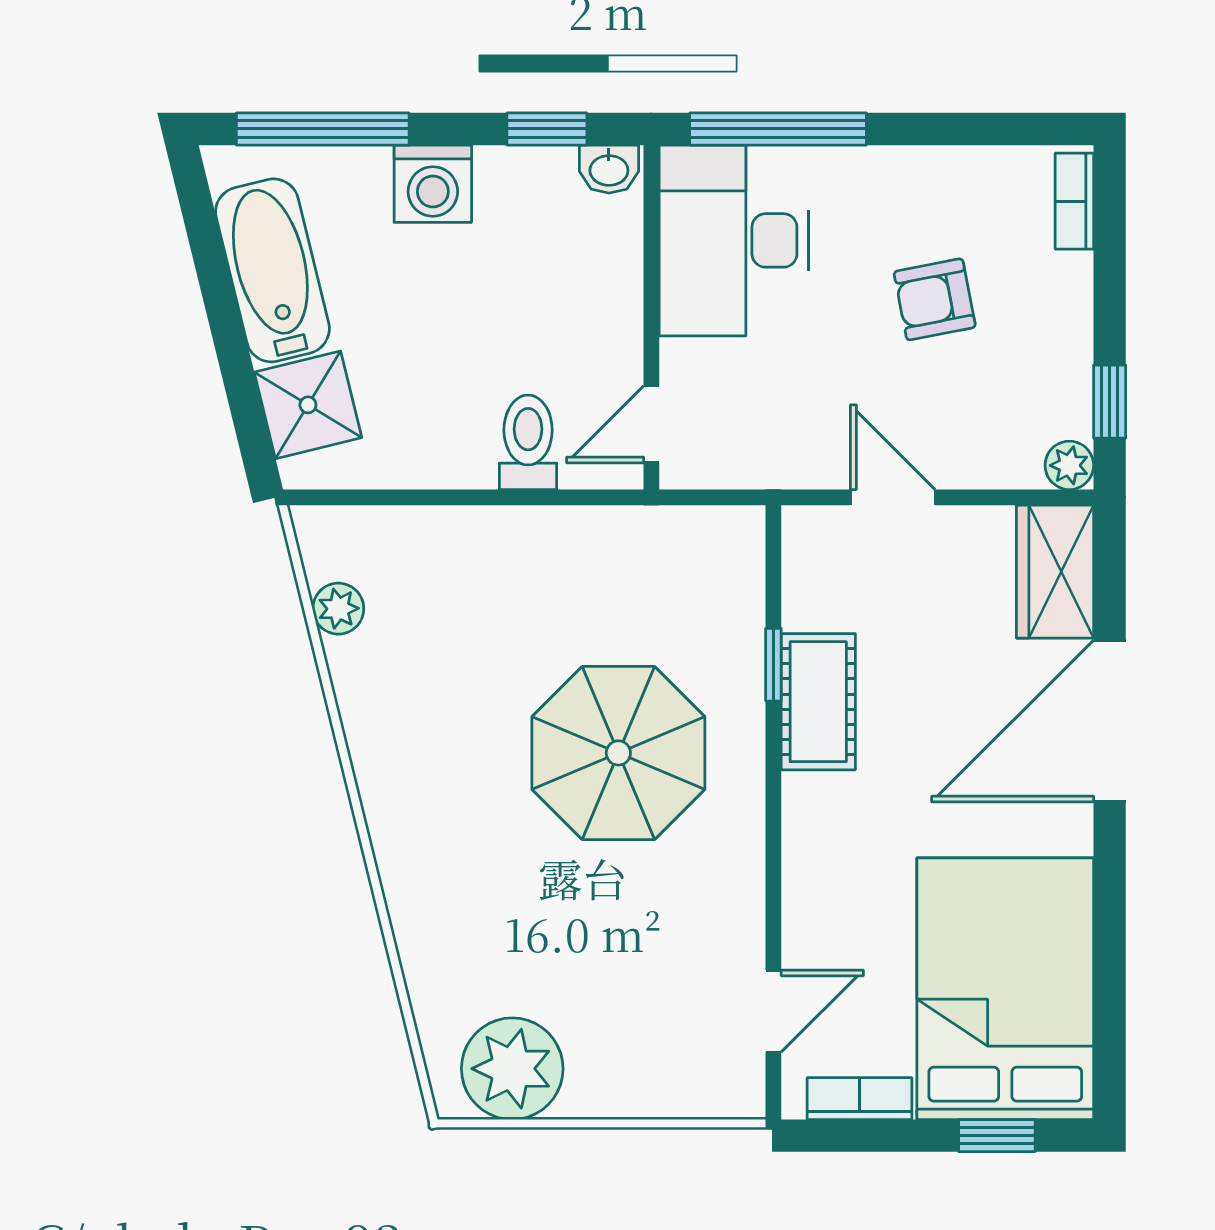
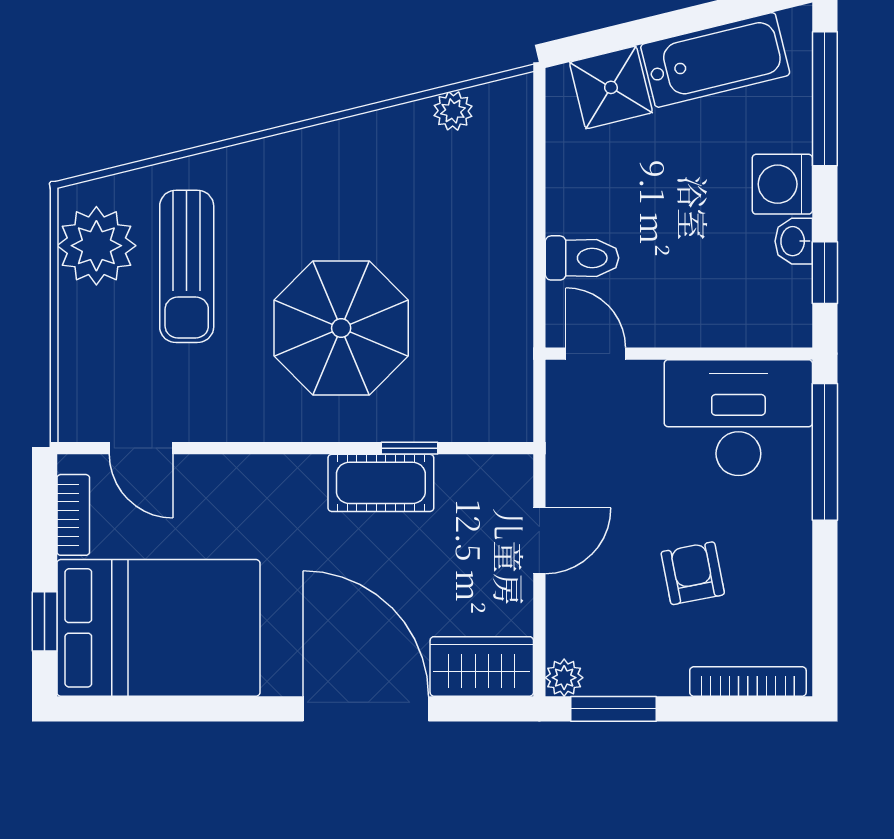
washbasin: (609, 169) -> (794, 241), moved
bookcase: (1074, 201) -> (748, 681), width x1.56
window: (1110, 402) -> (613, 709), width x1.50
sun lounger: (539, 952) -> (187, 266), added

